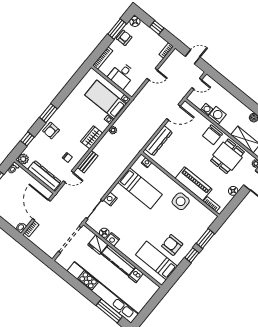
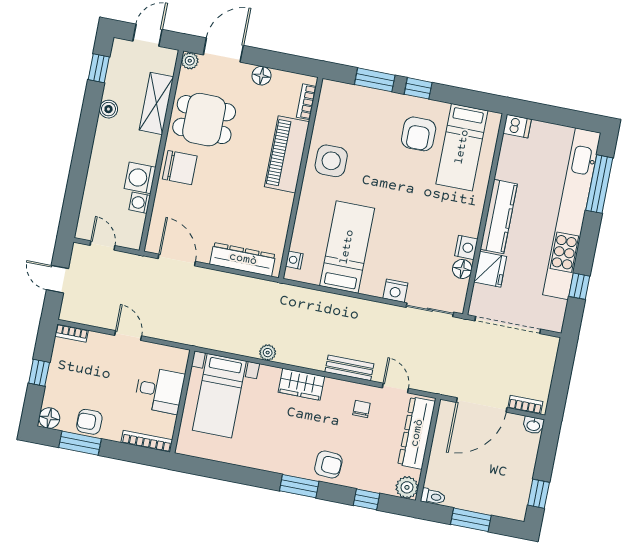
dishwasher: (136, 275) -> (517, 126), moved
window: (70, 279) -> (579, 286), added

